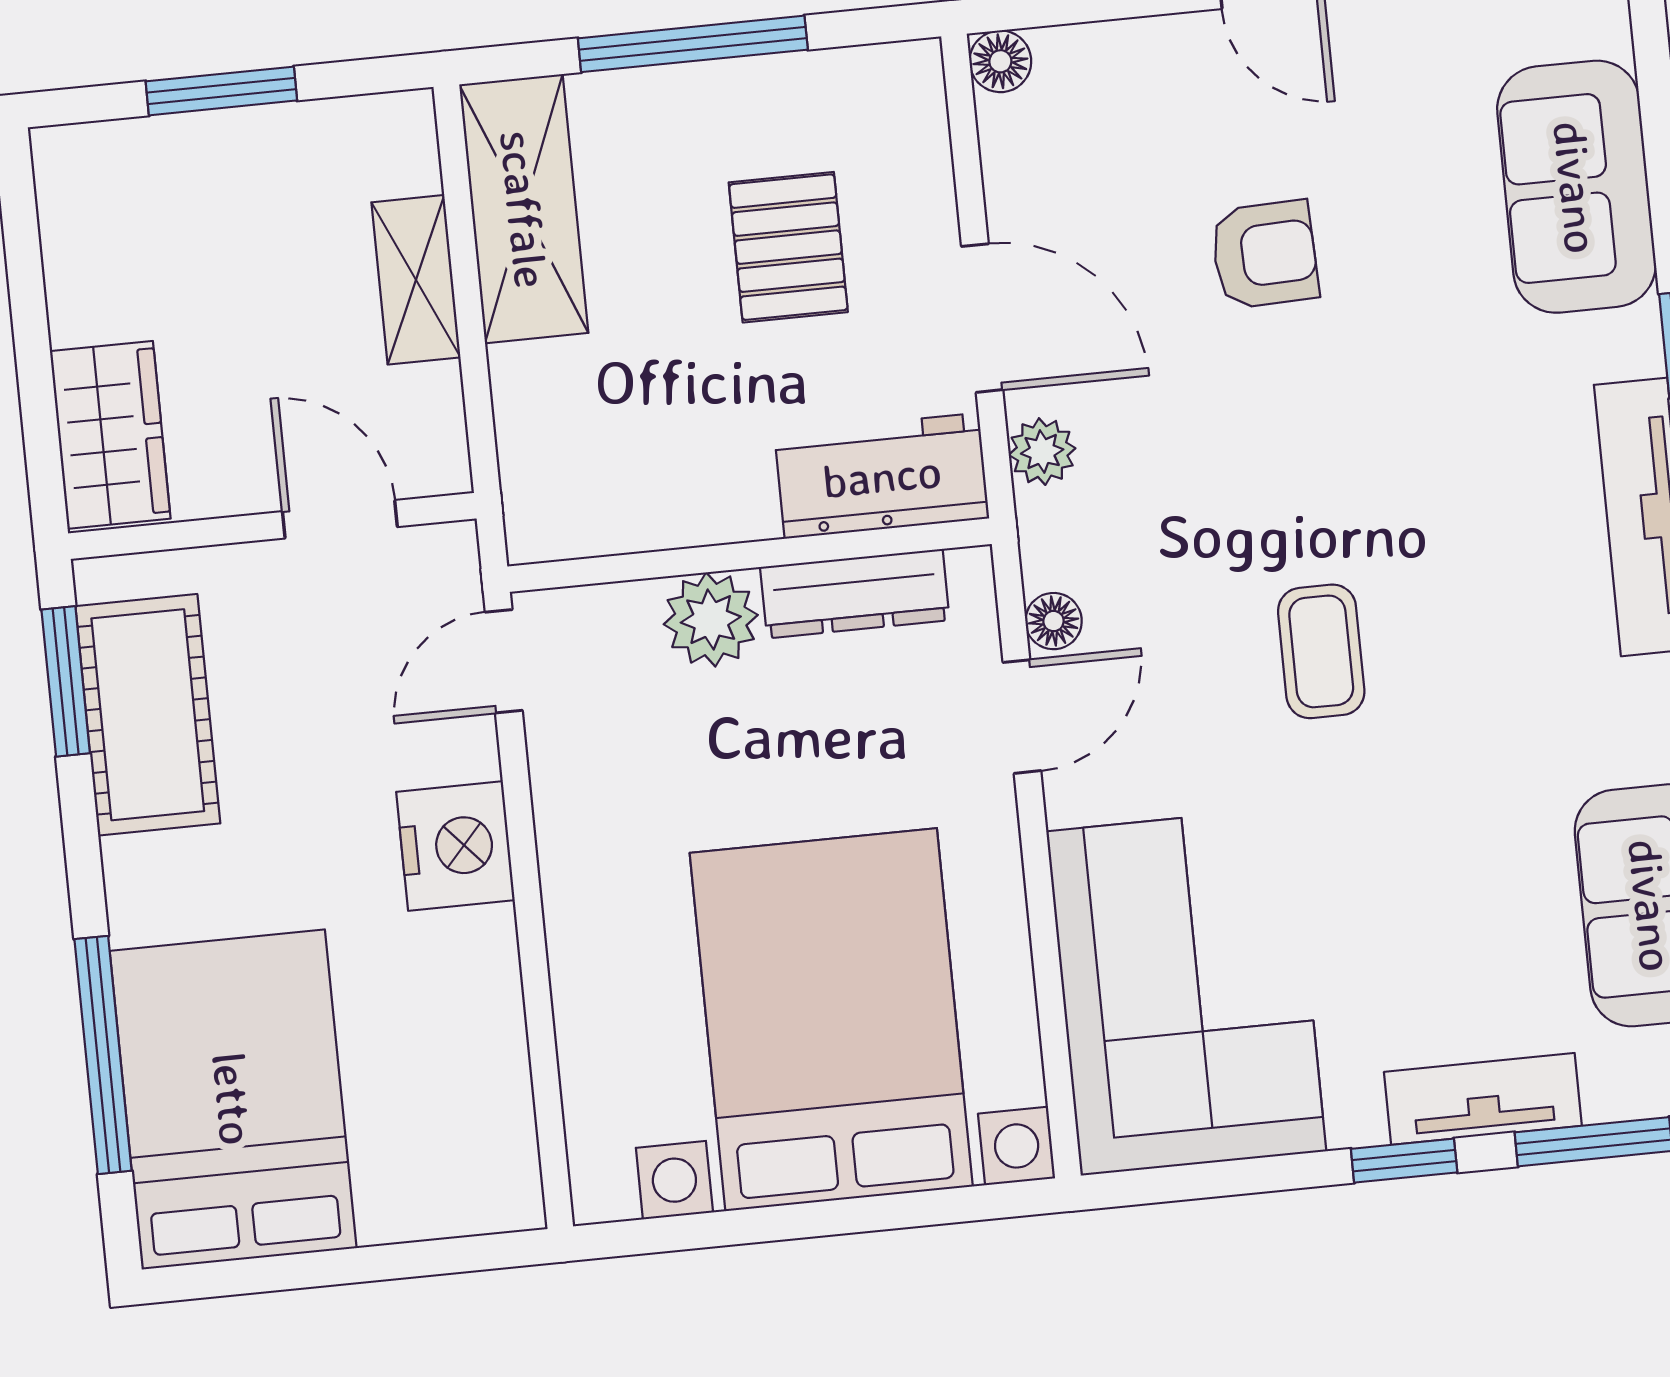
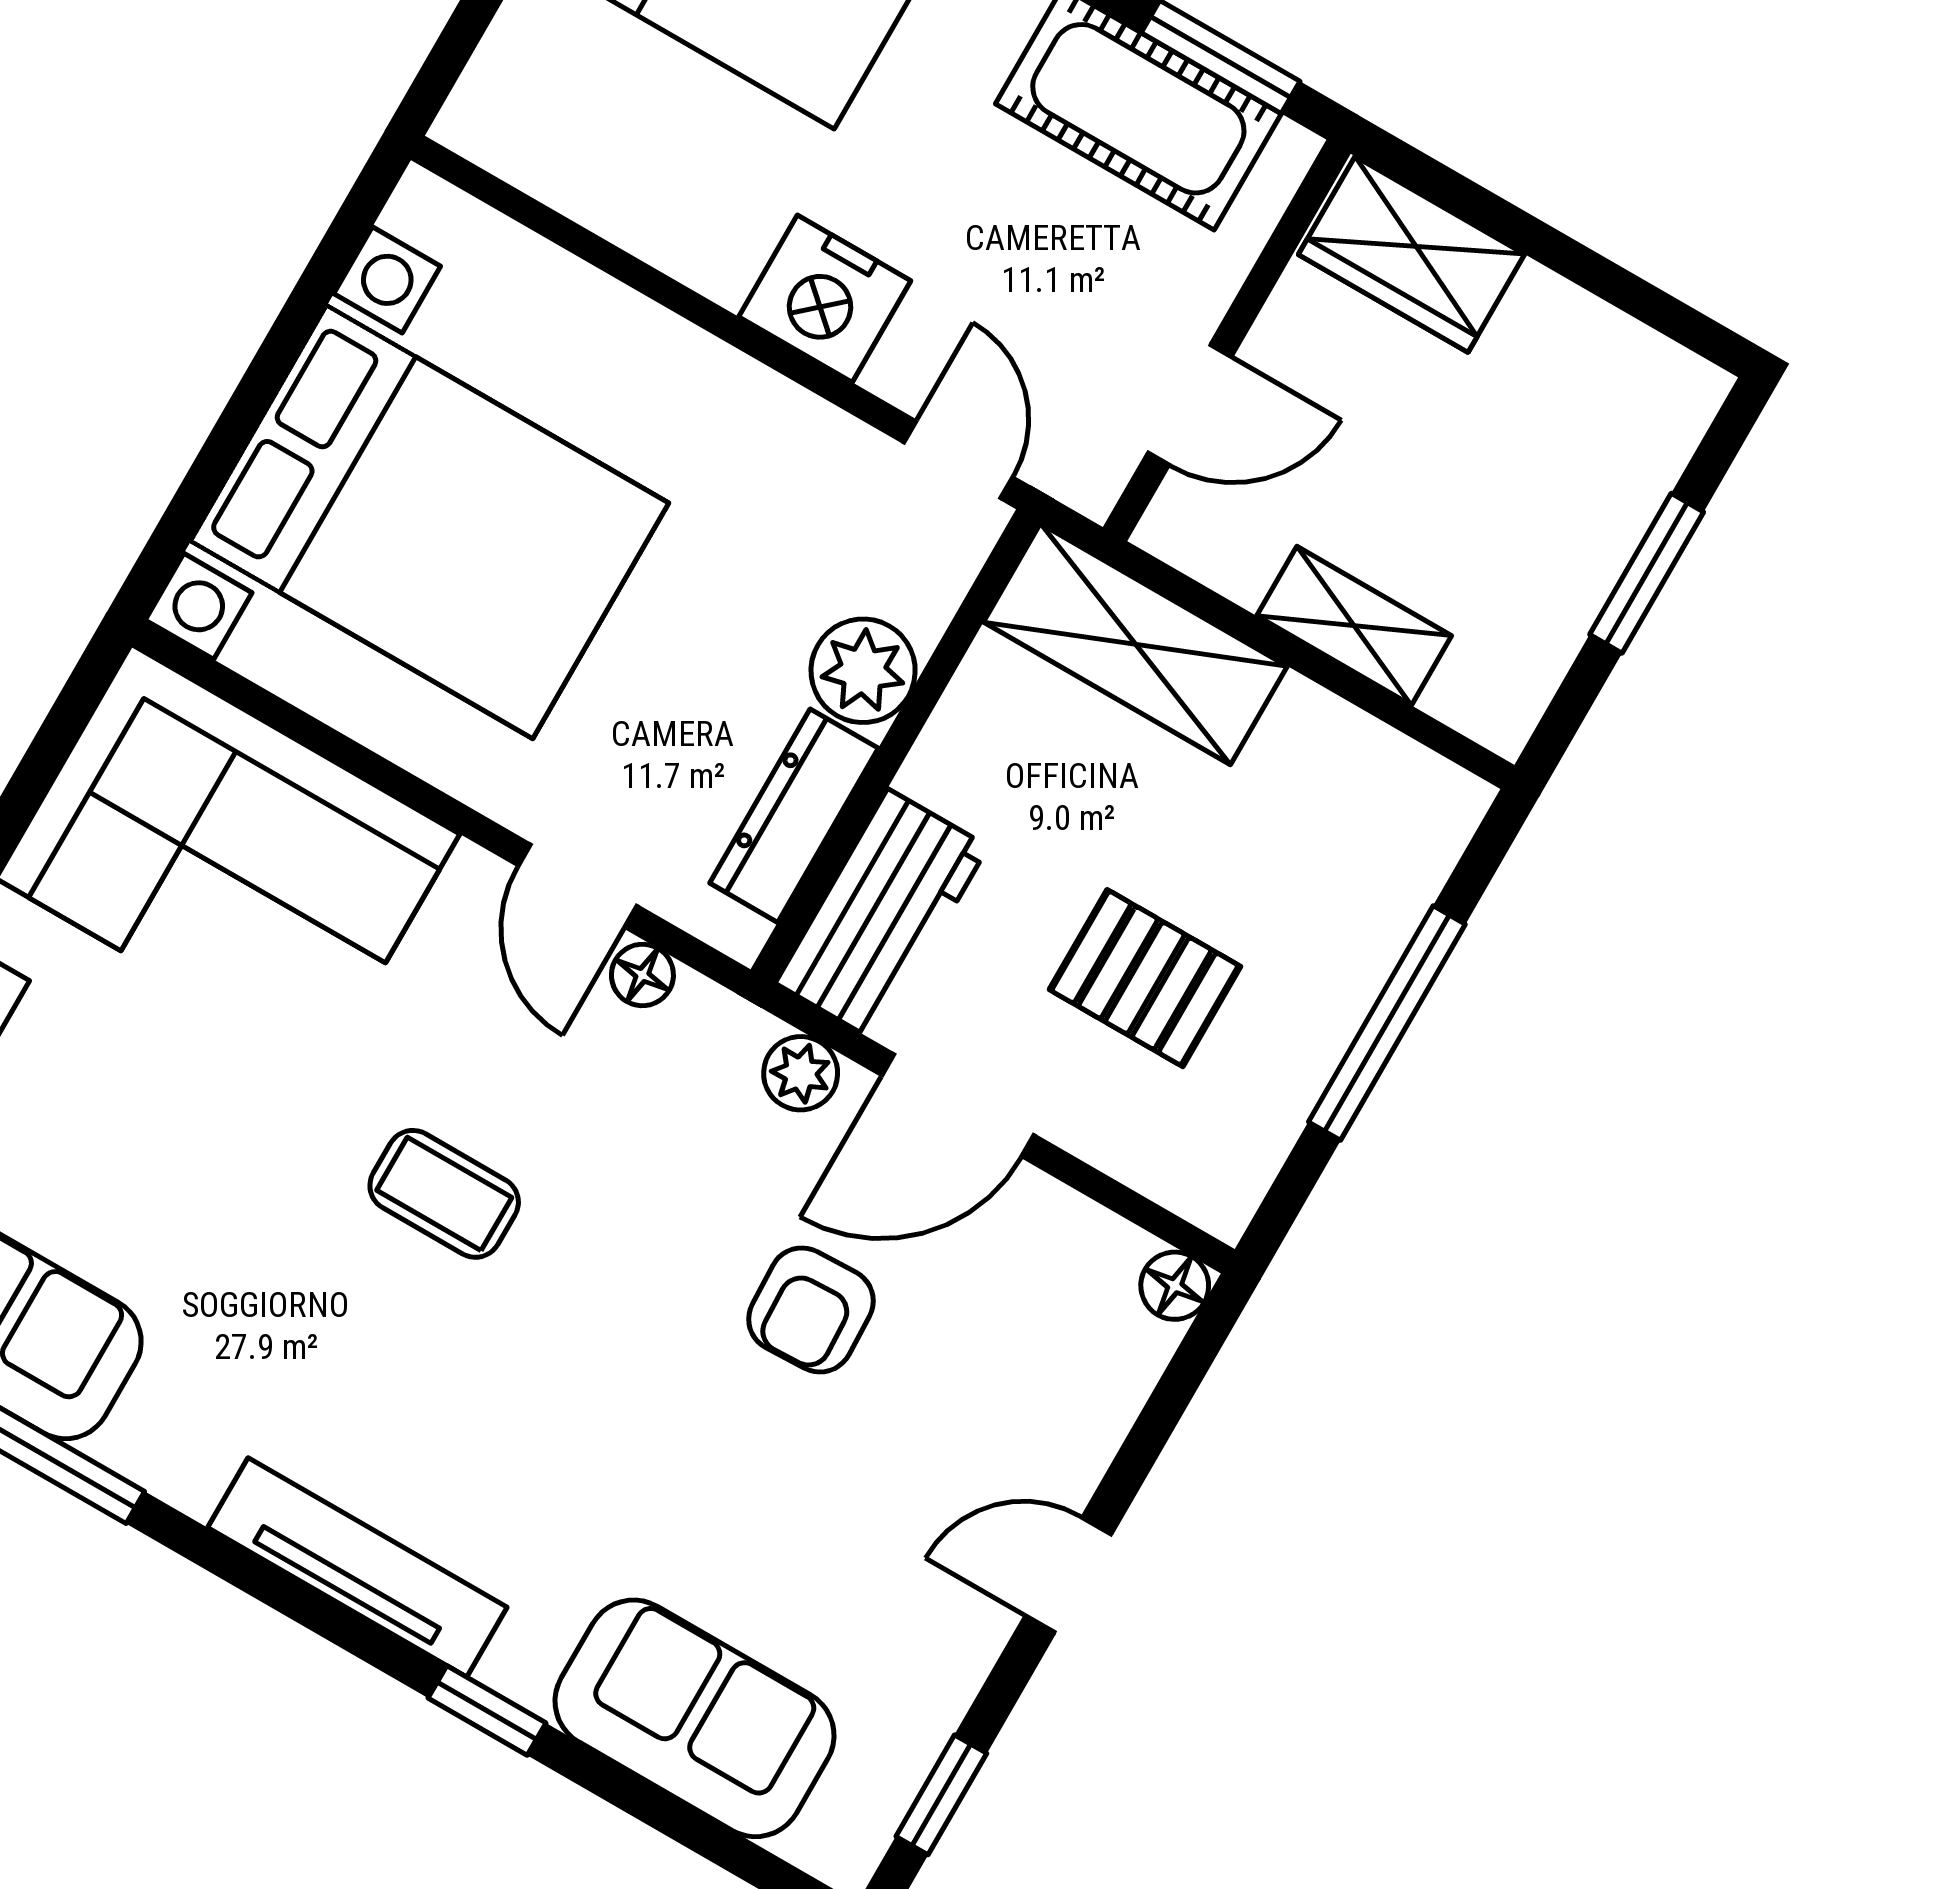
shelving: (524, 209) -> (1135, 644), moved
armchair: (1265, 255) -> (811, 1310), moved

